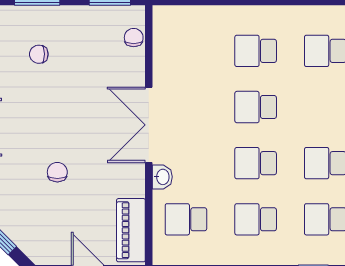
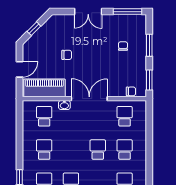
school desk: (256, 163) -> (125, 116), moved
piano: (131, 230) -> (44, 88), width x1.37, depth x1.33

